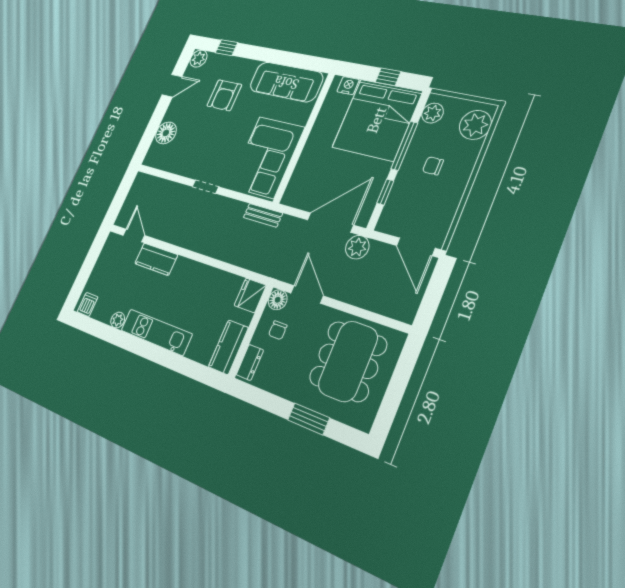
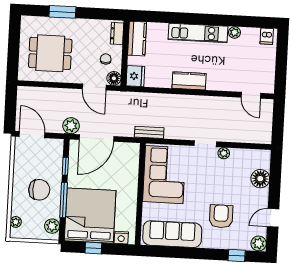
plant: (475, 125) -> (16, 222), width x0.53, depth x0.53
chair: (433, 166) -> (39, 190), width x1.87, depth x1.87
plant: (191, 171) -> (224, 153), added
kitchen counter: (156, 259) -> (189, 81), moved
dining table: (348, 361) -> (50, 53), width x0.73

